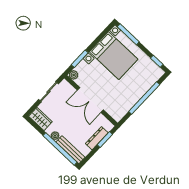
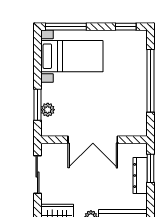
bed with nightstands: (114, 56) -> (72, 56), width x0.73
plant: (74, 75) -> (48, 110), moved

